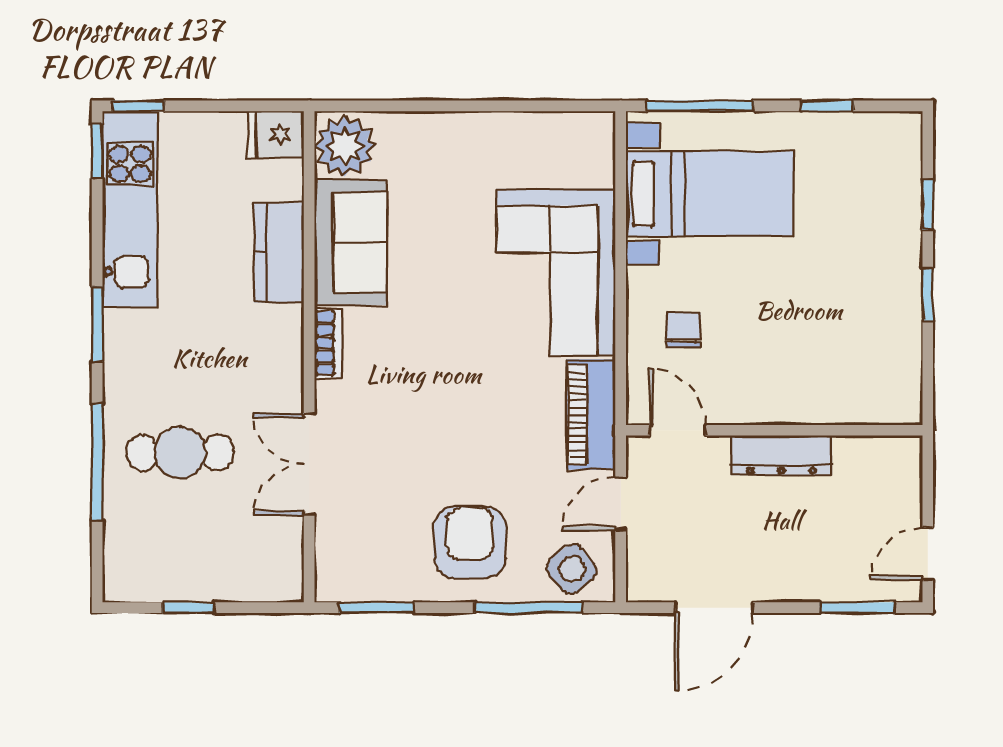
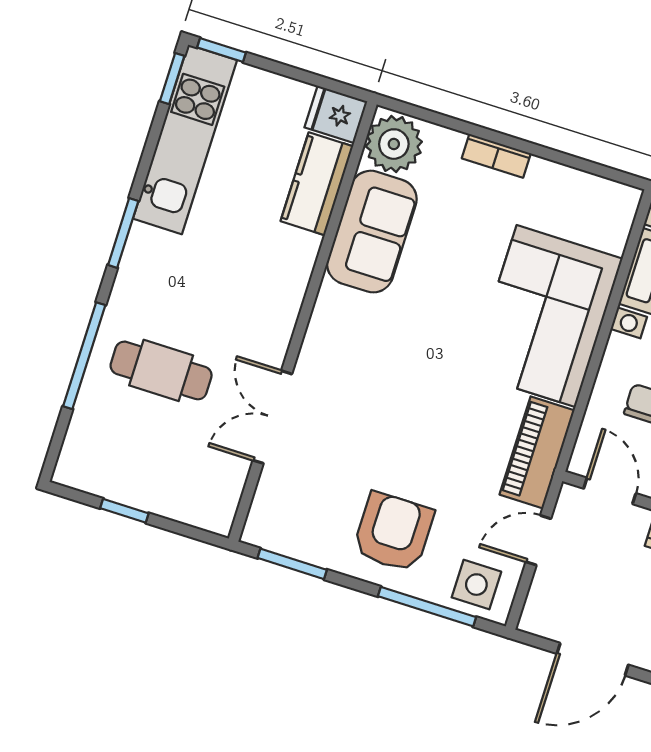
kitchen counter: (279, 253) -> (317, 184), moved
bookcase: (328, 343) -> (496, 156), moved, turned 90
side table: (572, 569) -> (476, 585), turned 38

